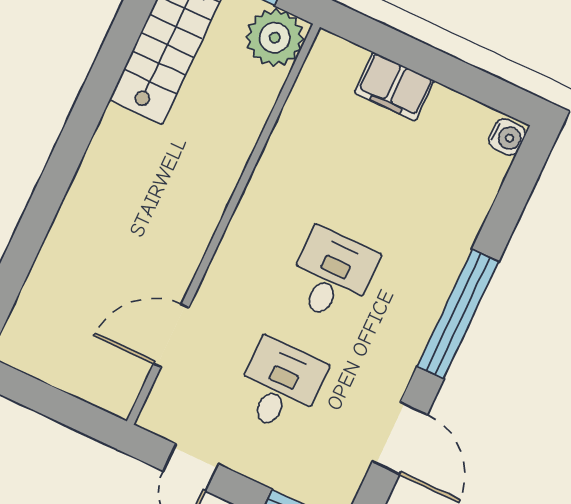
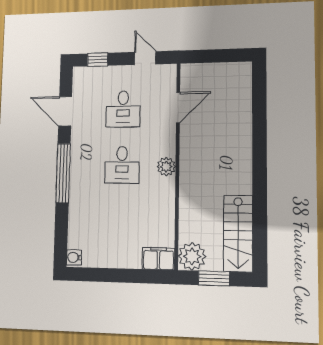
filing cabinet: (394, 87) -> (158, 259), moved
plant: (246, 231) -> (166, 167), added

